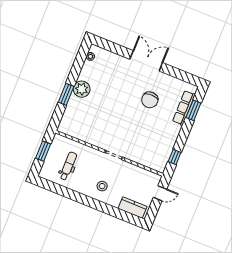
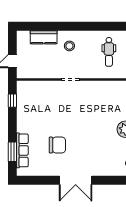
chair: (150, 100) -> (57, 145), turned 90
kitchen counter: (133, 208) -> (44, 37), moved

